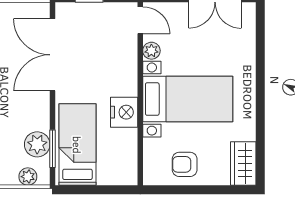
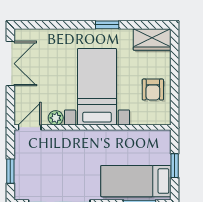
window: (260, 111) -> (107, 25), added
nightstand: (124, 112) -> (108, 141), removed
window: (96, 190) -> (175, 166), added

